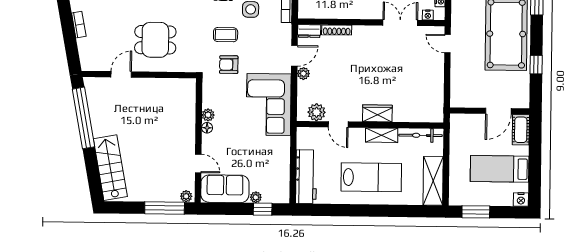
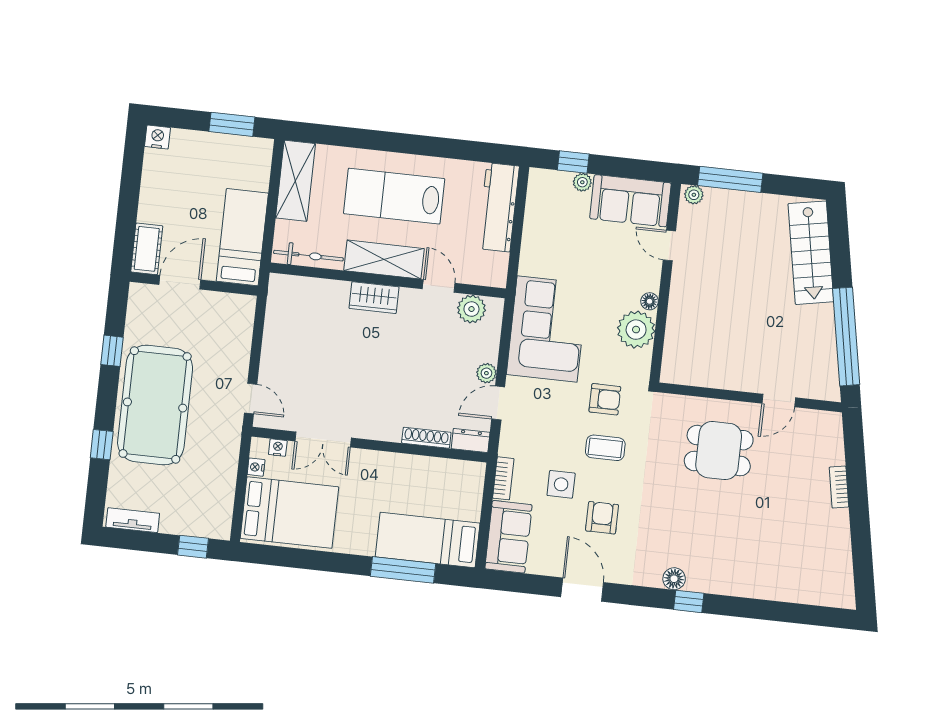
plant: (208, 115) -> (636, 330), width x1.88, depth x1.88
shelving: (382, 135) -> (384, 260), width x1.50, depth x1.33
bed: (500, 169) -> (242, 237), moved, turned -90

